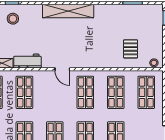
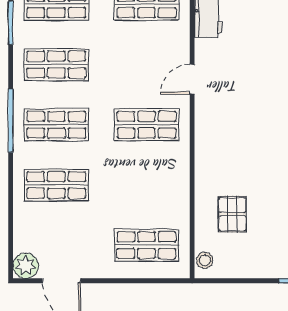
pallet: (131, 49) -> (232, 214), turned 90
shop shelf: (116, 92) -> (147, 185), removed

